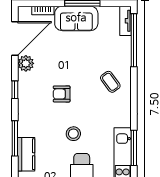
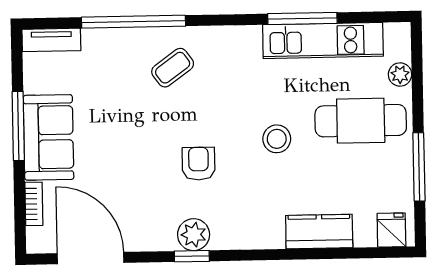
window: (134, 40) -> (133, 22), moved
plant: (26, 63) -> (194, 235), moved
armchair: (62, 94) -> (199, 164), turned 180
window: (15, 138) -> (288, 254), removed

